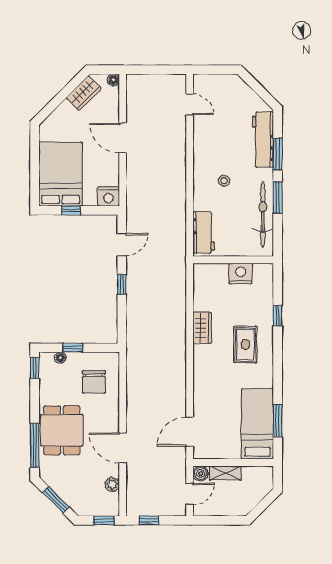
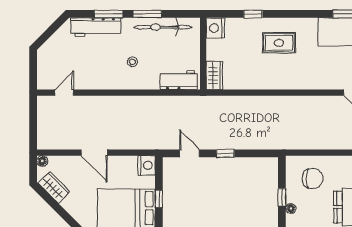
door: (123, 138) -> (94, 153), hinge flipped
nightstand: (240, 274) -> (215, 28), moved
wardrobe: (202, 328) -> (214, 76), moved, turned 90

